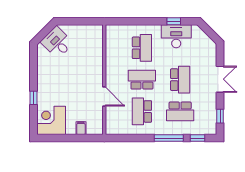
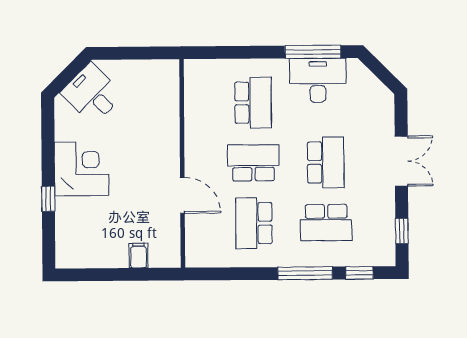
window: (174, 21) -> (313, 52), width x2.17
corner desk: (51, 120) -> (82, 169), moved, turned 90

